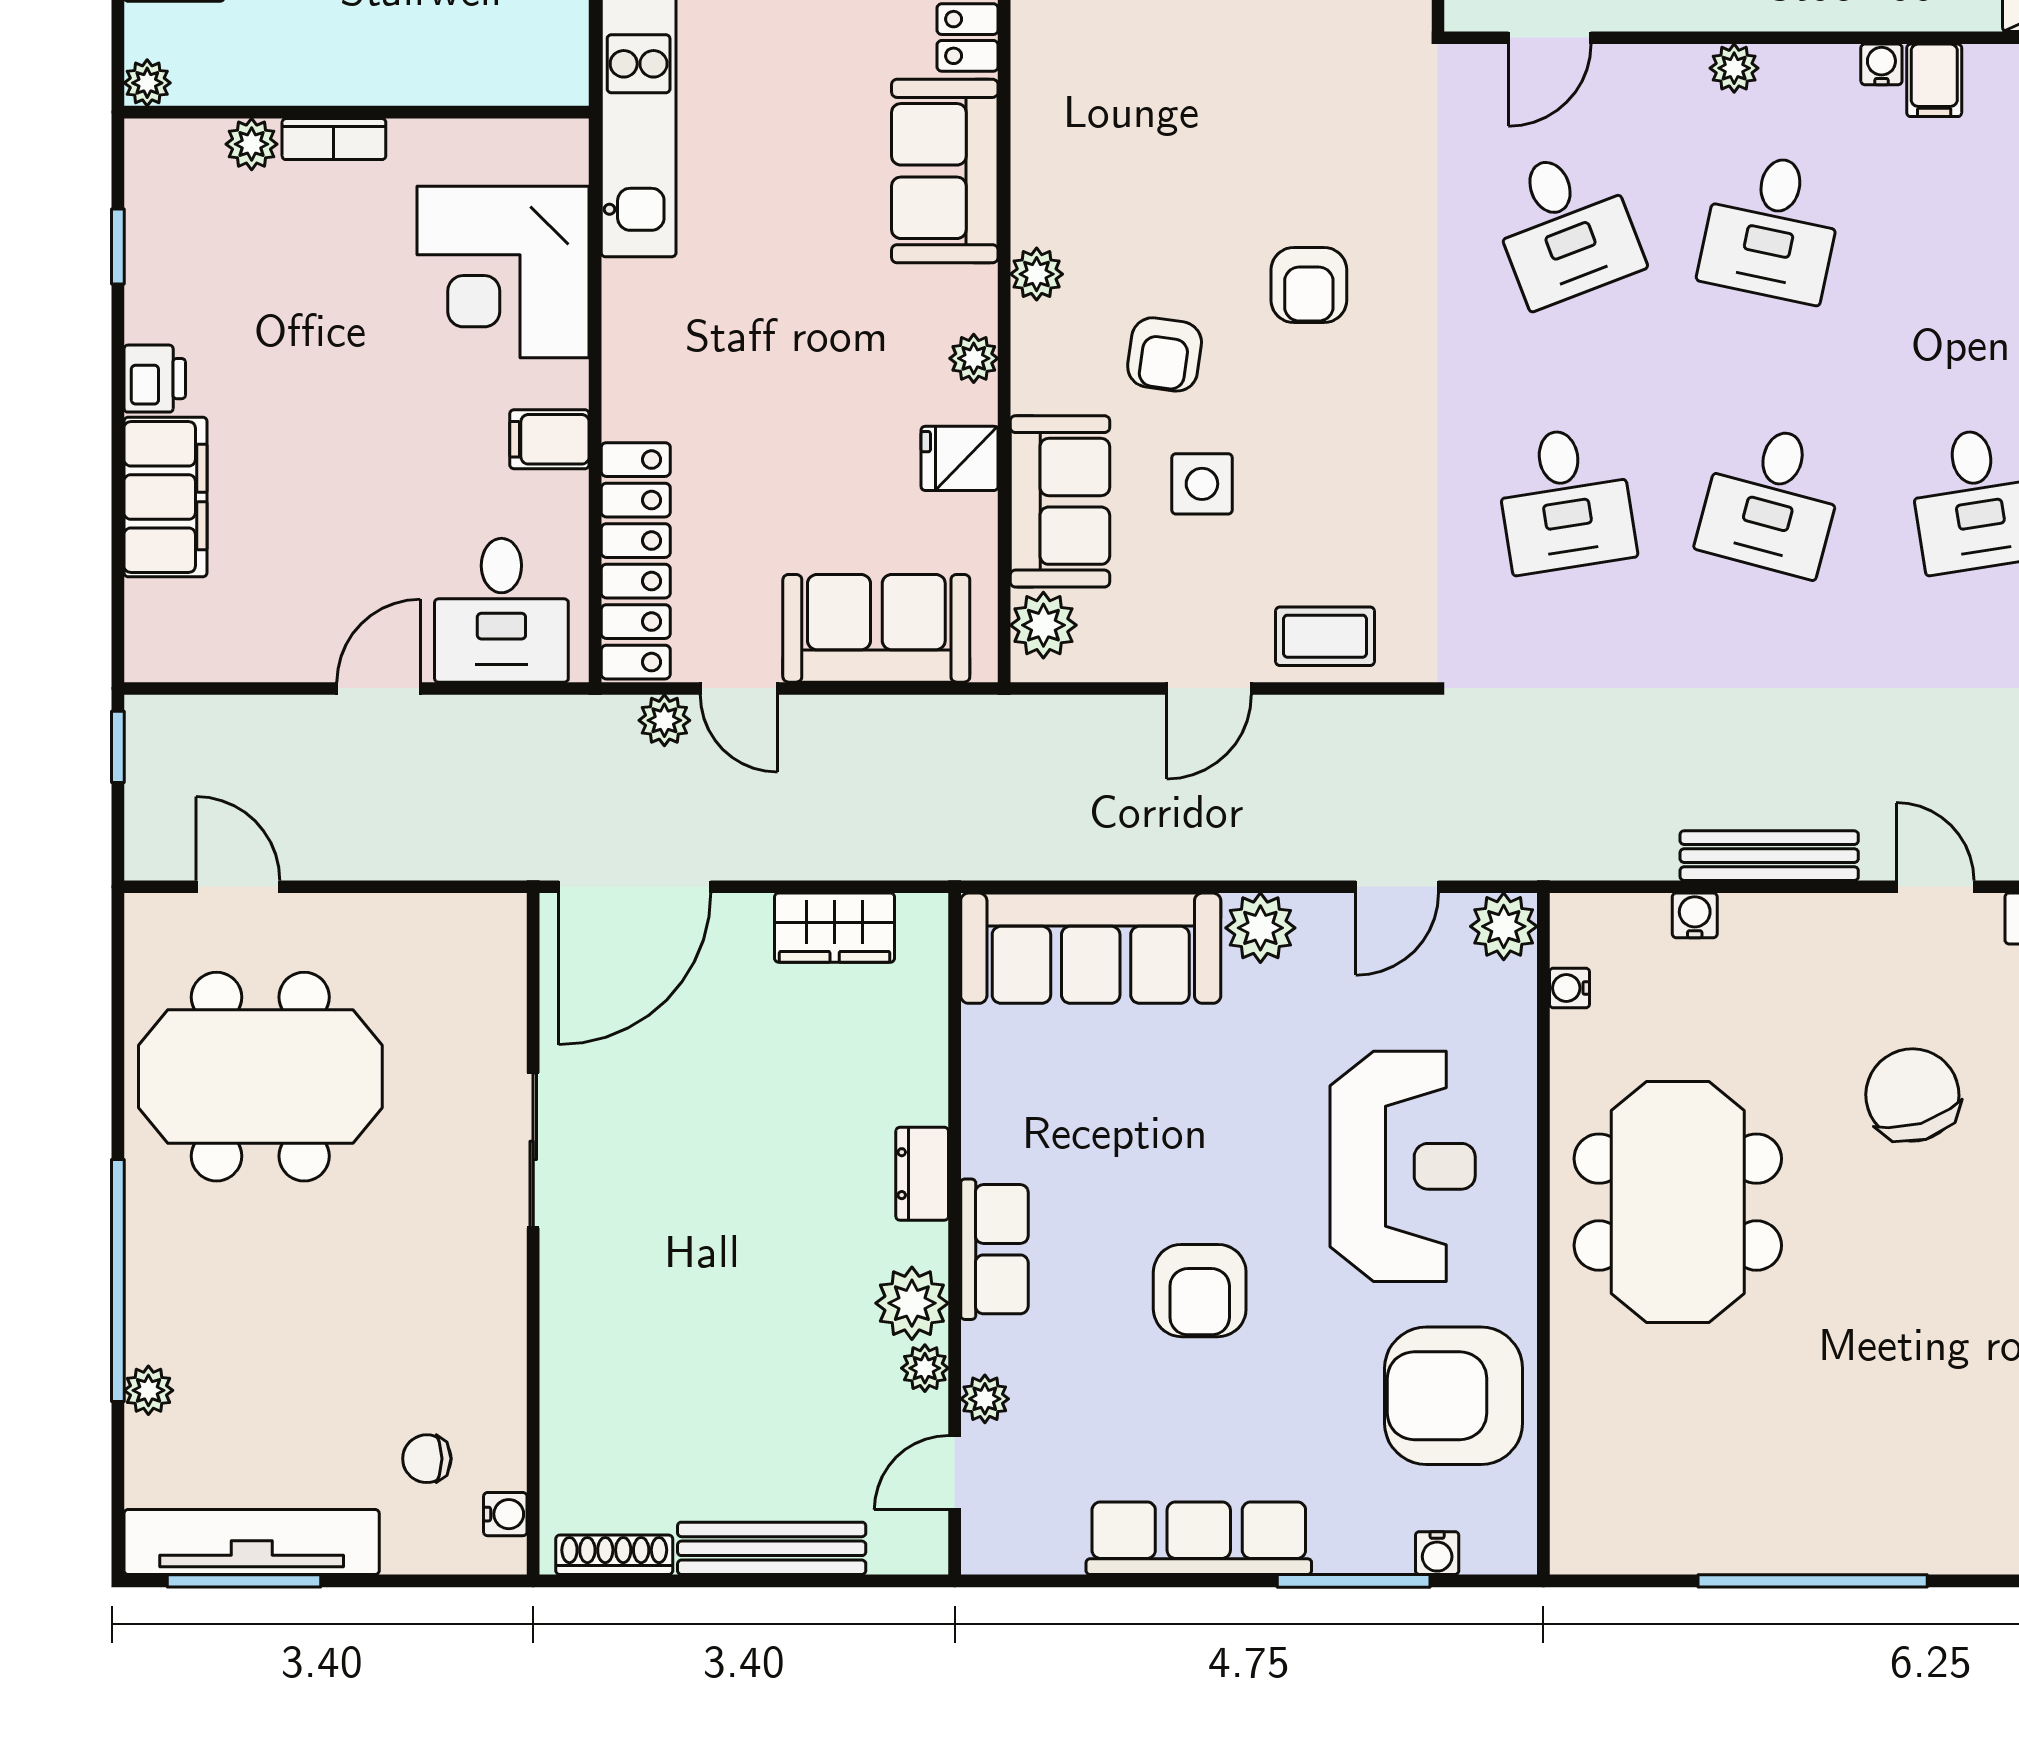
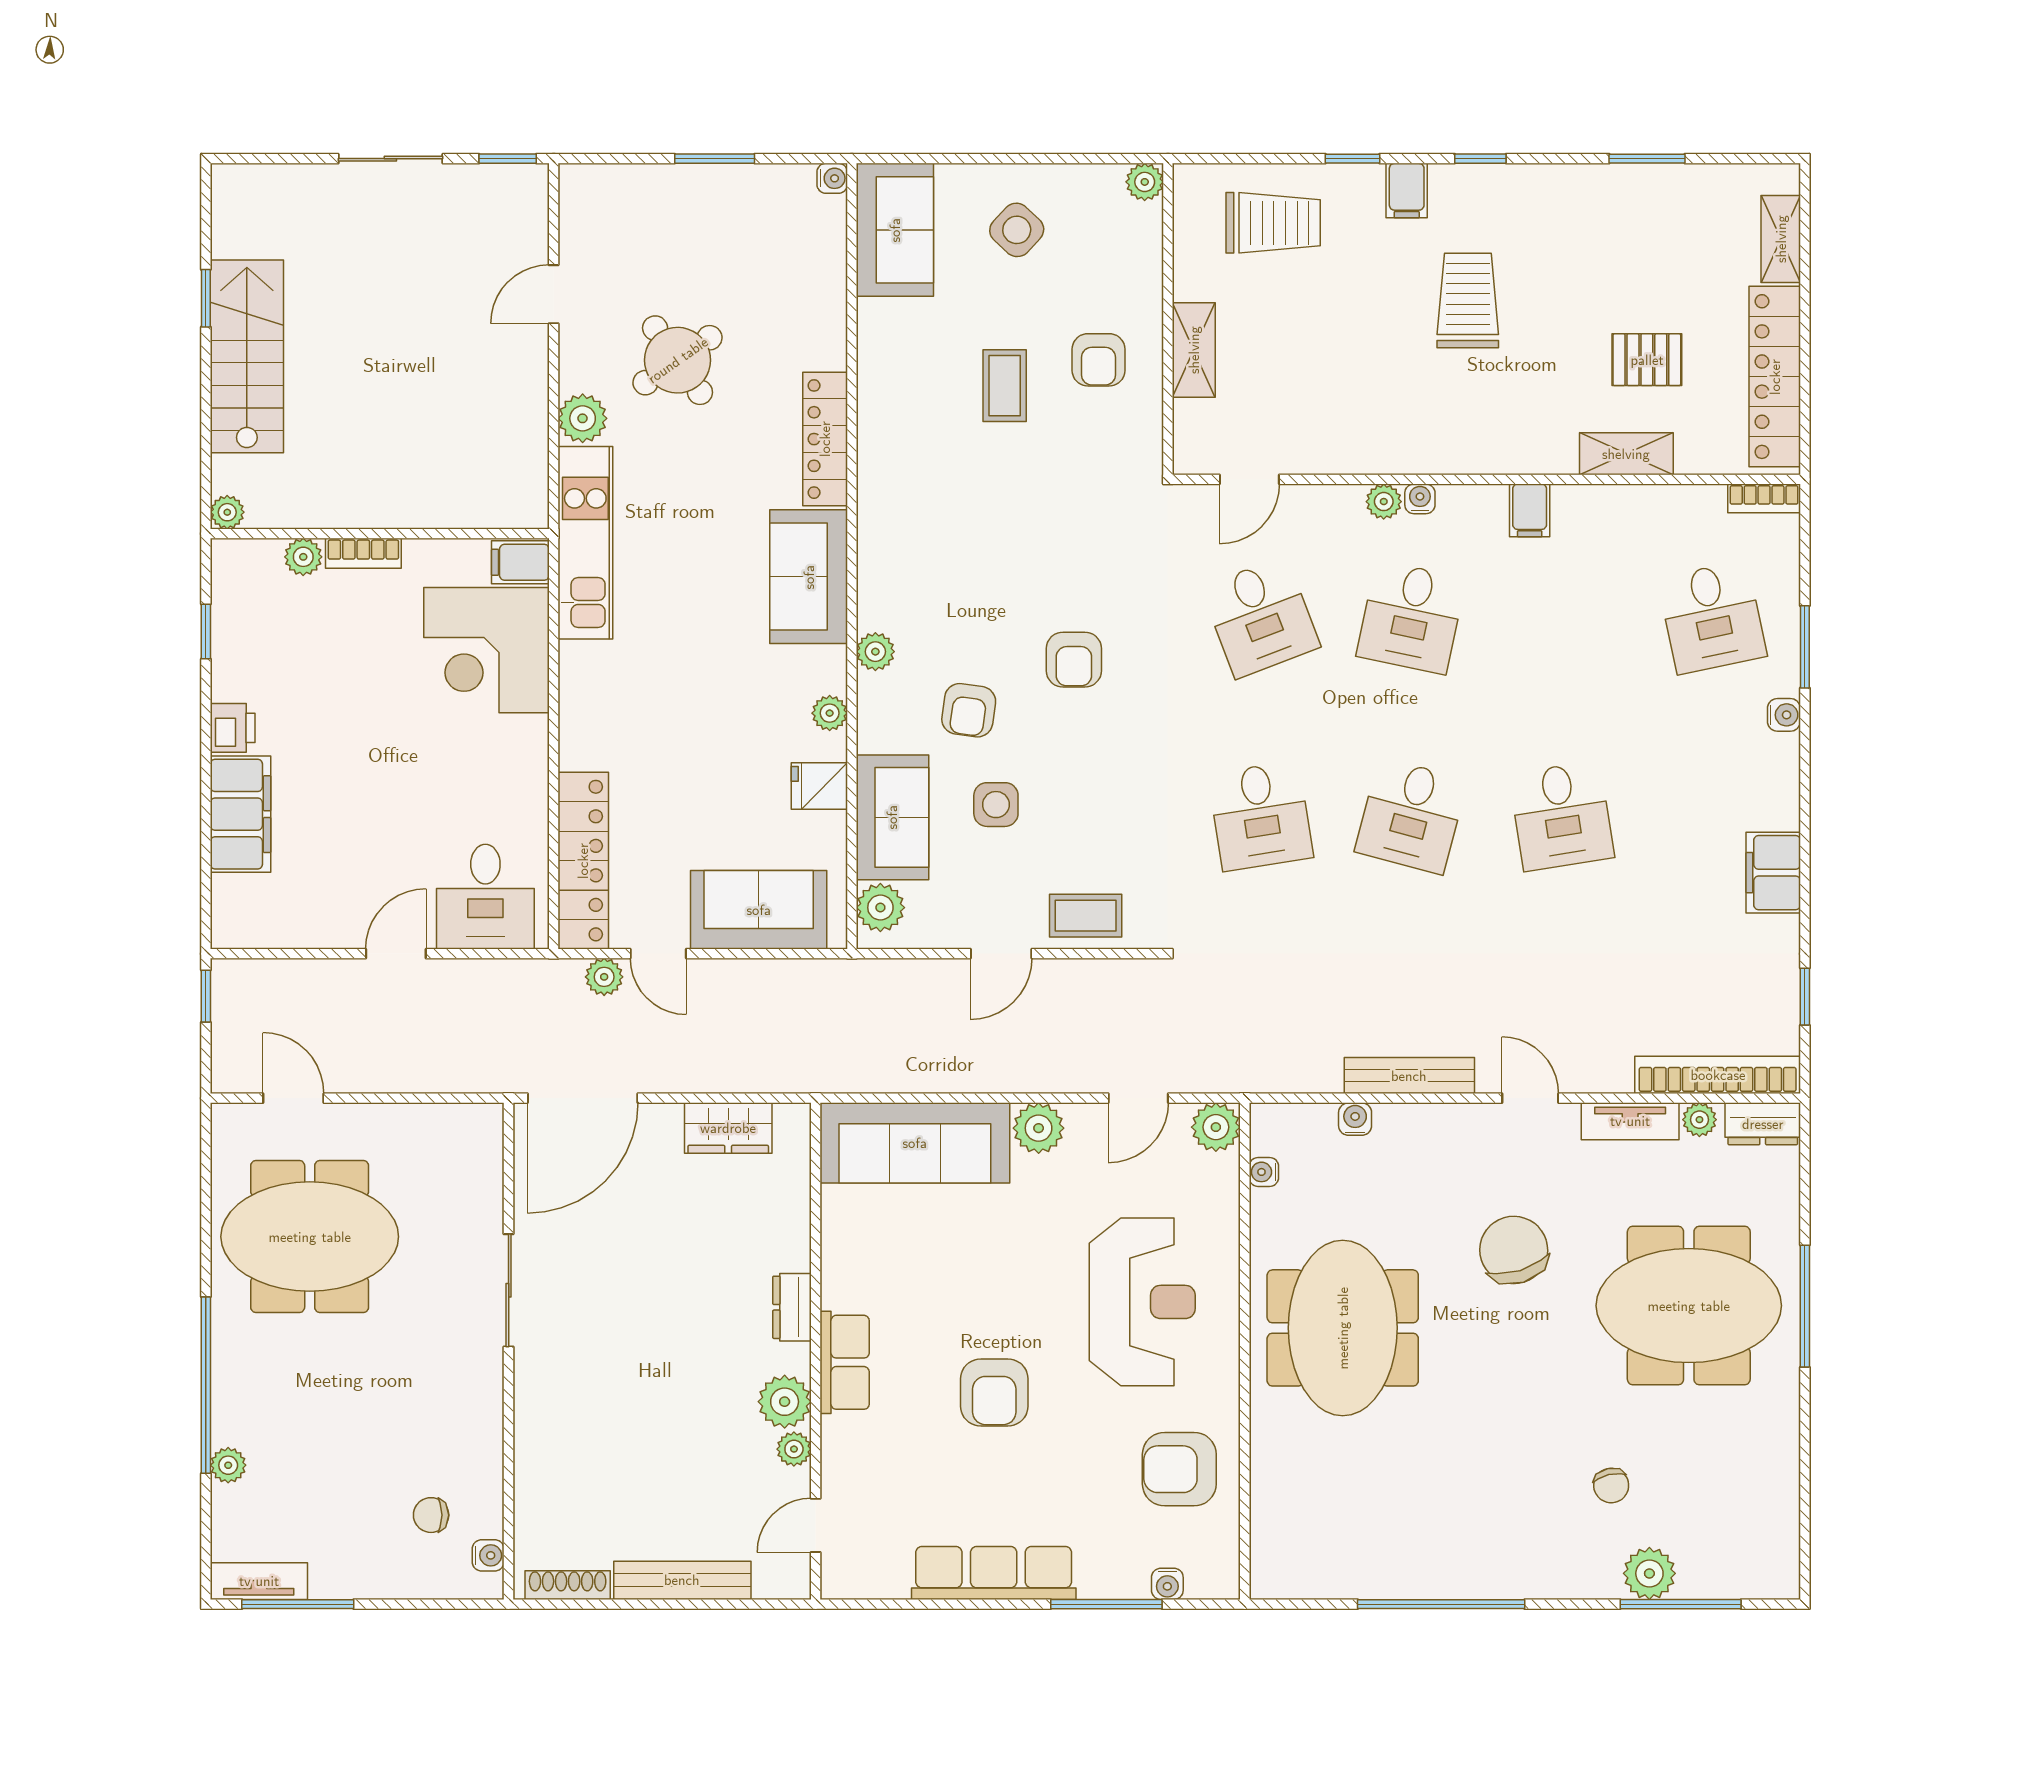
water cooler: (1881, 64) -> (1420, 499), moved
filing cabinet: (549, 439) -> (520, 562), moved
armchair: (1454, 1396) -> (1179, 1469), width x0.73, depth x0.73
plant: (985, 1399) -> (838, 1471), removed
tv unit: (252, 1542) -> (259, 1581), width x0.52, depth x0.78

